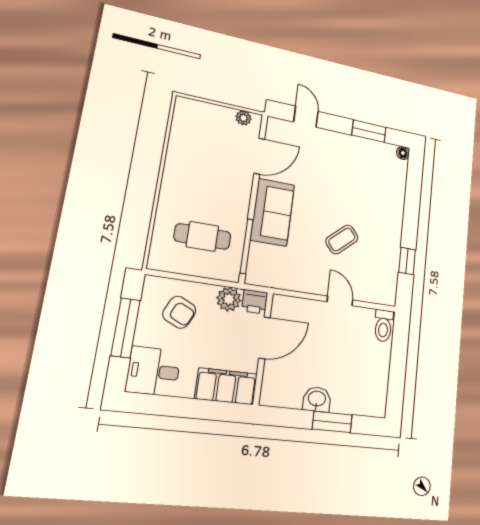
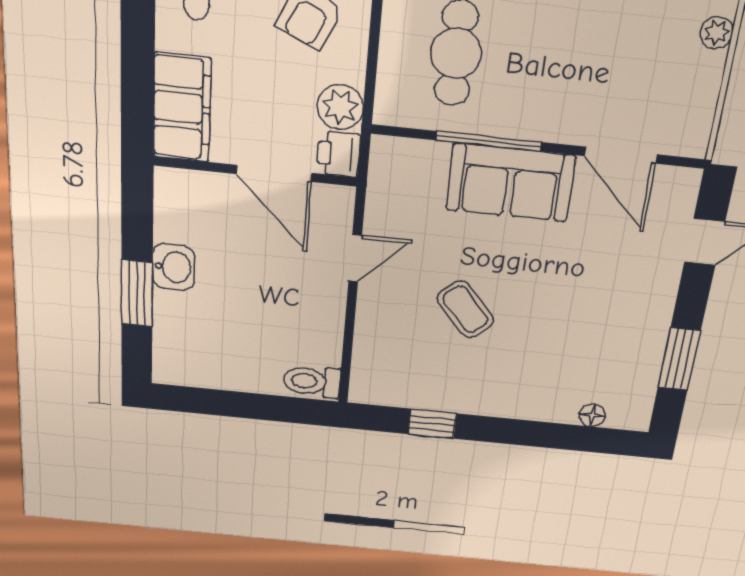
plant: (243, 118) -> (717, 33), moved
floor lamp: (403, 153) -> (592, 415), moved
window: (247, 246) -> (489, 141), moved
door: (340, 301) -> (355, 258), moved

